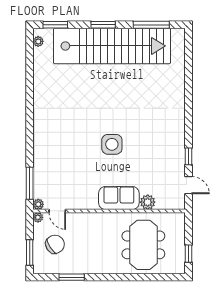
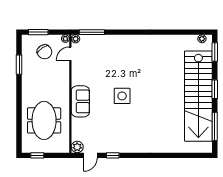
plant: (148, 202) -> (77, 147), moved
meeting table: (143, 245) -> (44, 120), turned 90

